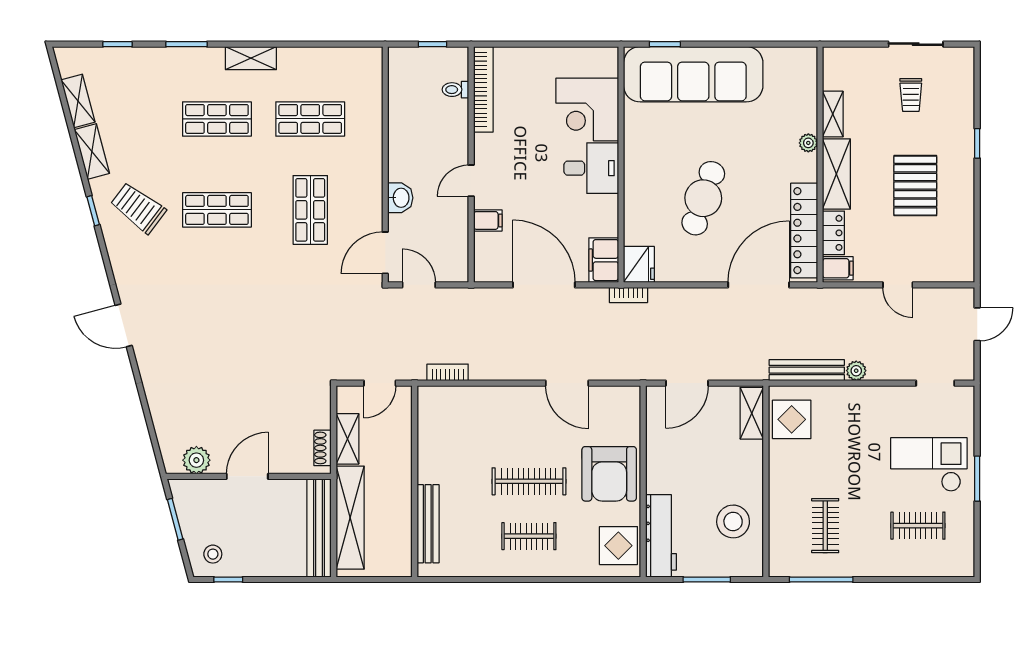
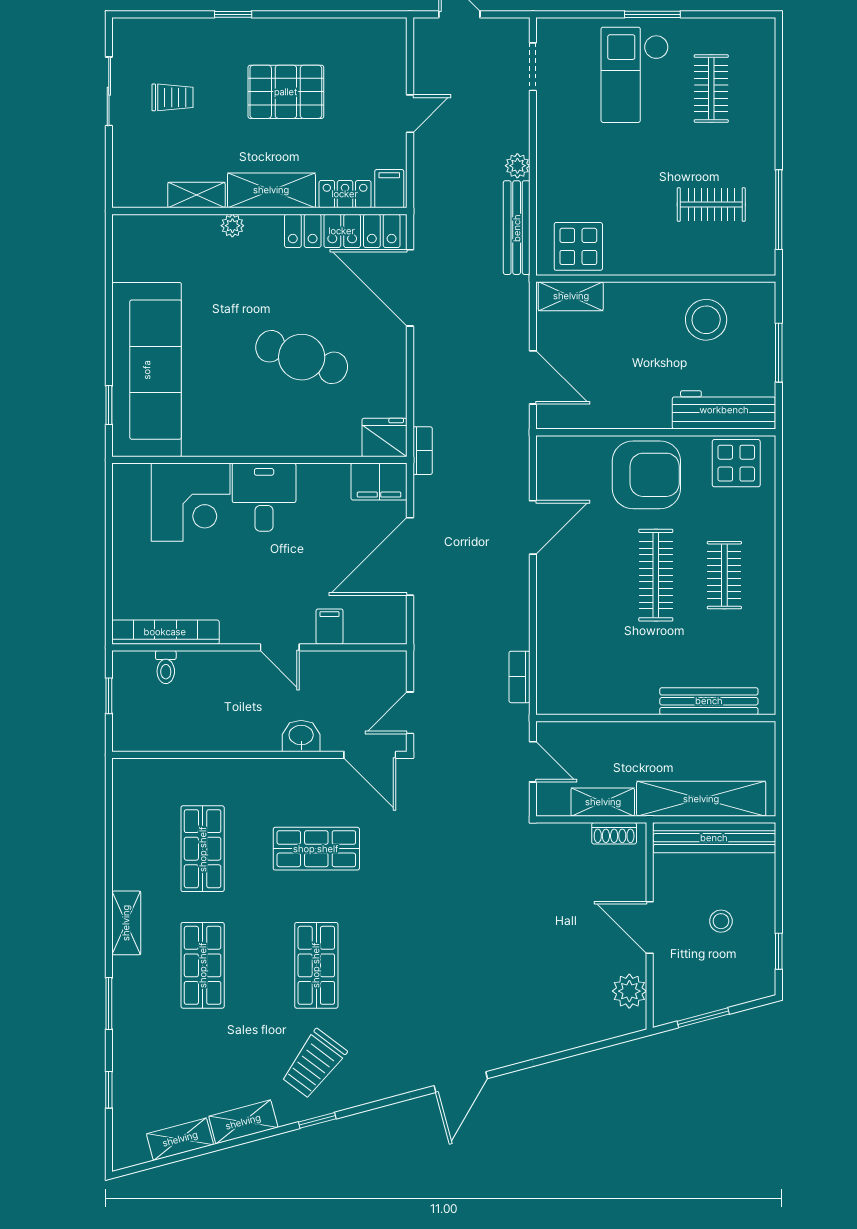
stool: (213, 554) -> (721, 921), moved

